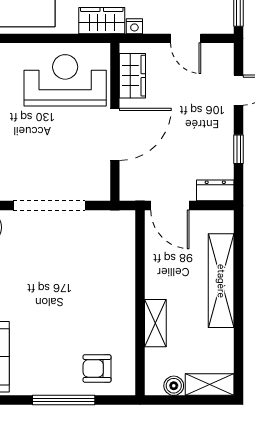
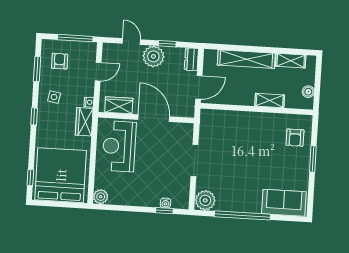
plant: (216, 128) -> (153, 56), added
doorway: (49, 205) -> (194, 161), width x0.73
shelving: (210, 385) -> (291, 61), moved, turned 90
window: (64, 400) -> (313, 159), width x0.69

